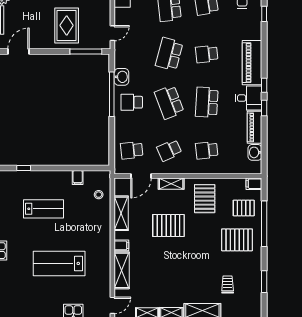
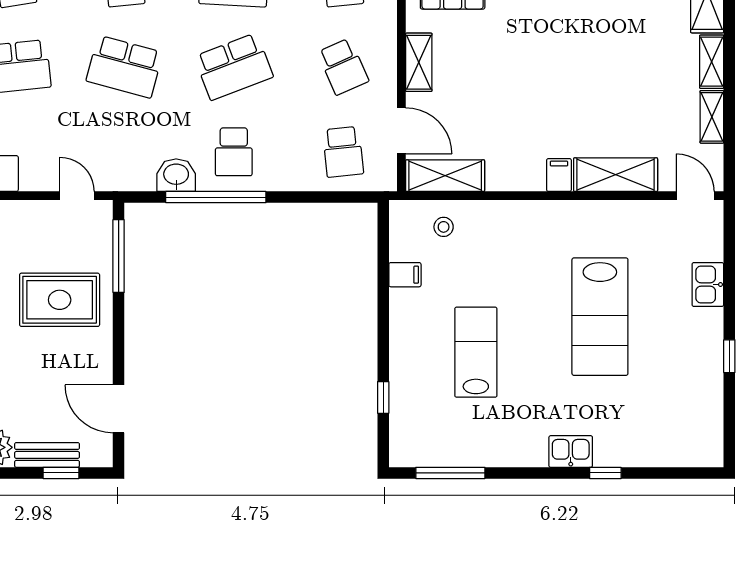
shelving: (121, 213) -> (445, 176), moved
pallet: (168, 226) -> (514, 68), removed

